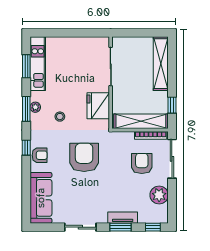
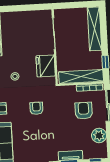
armchair: (84, 157) -> (36, 108), width x0.53, depth x0.53

